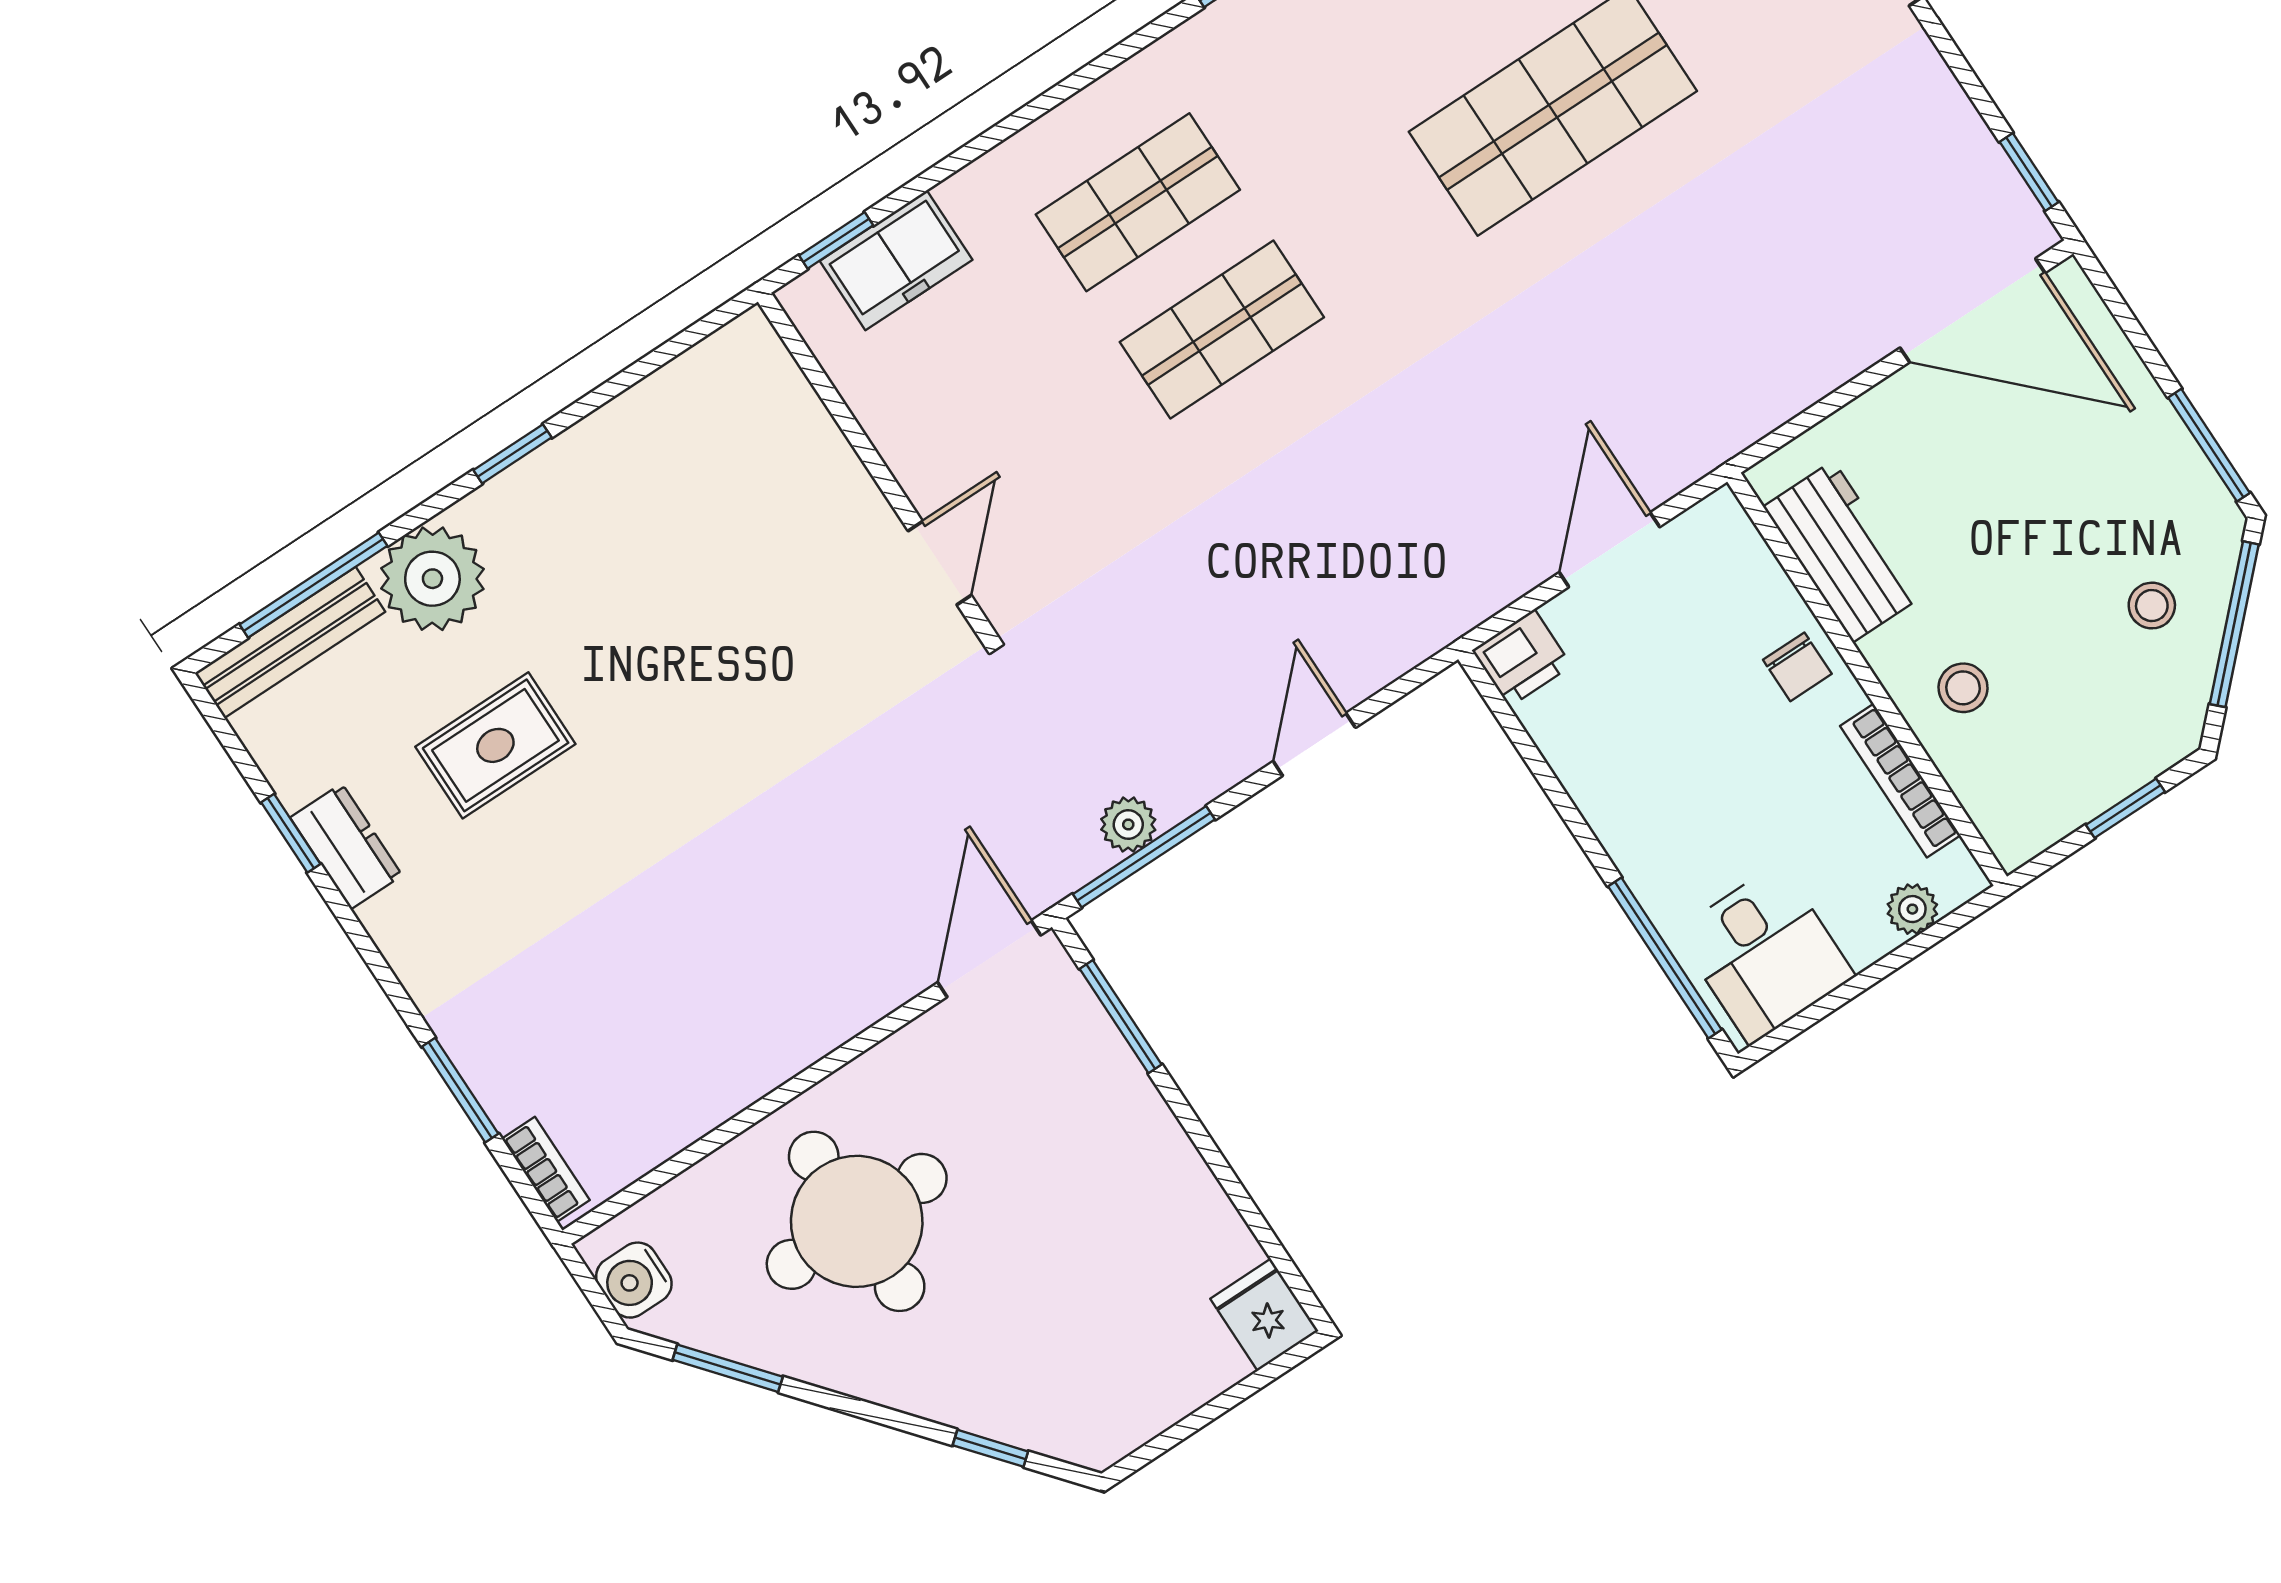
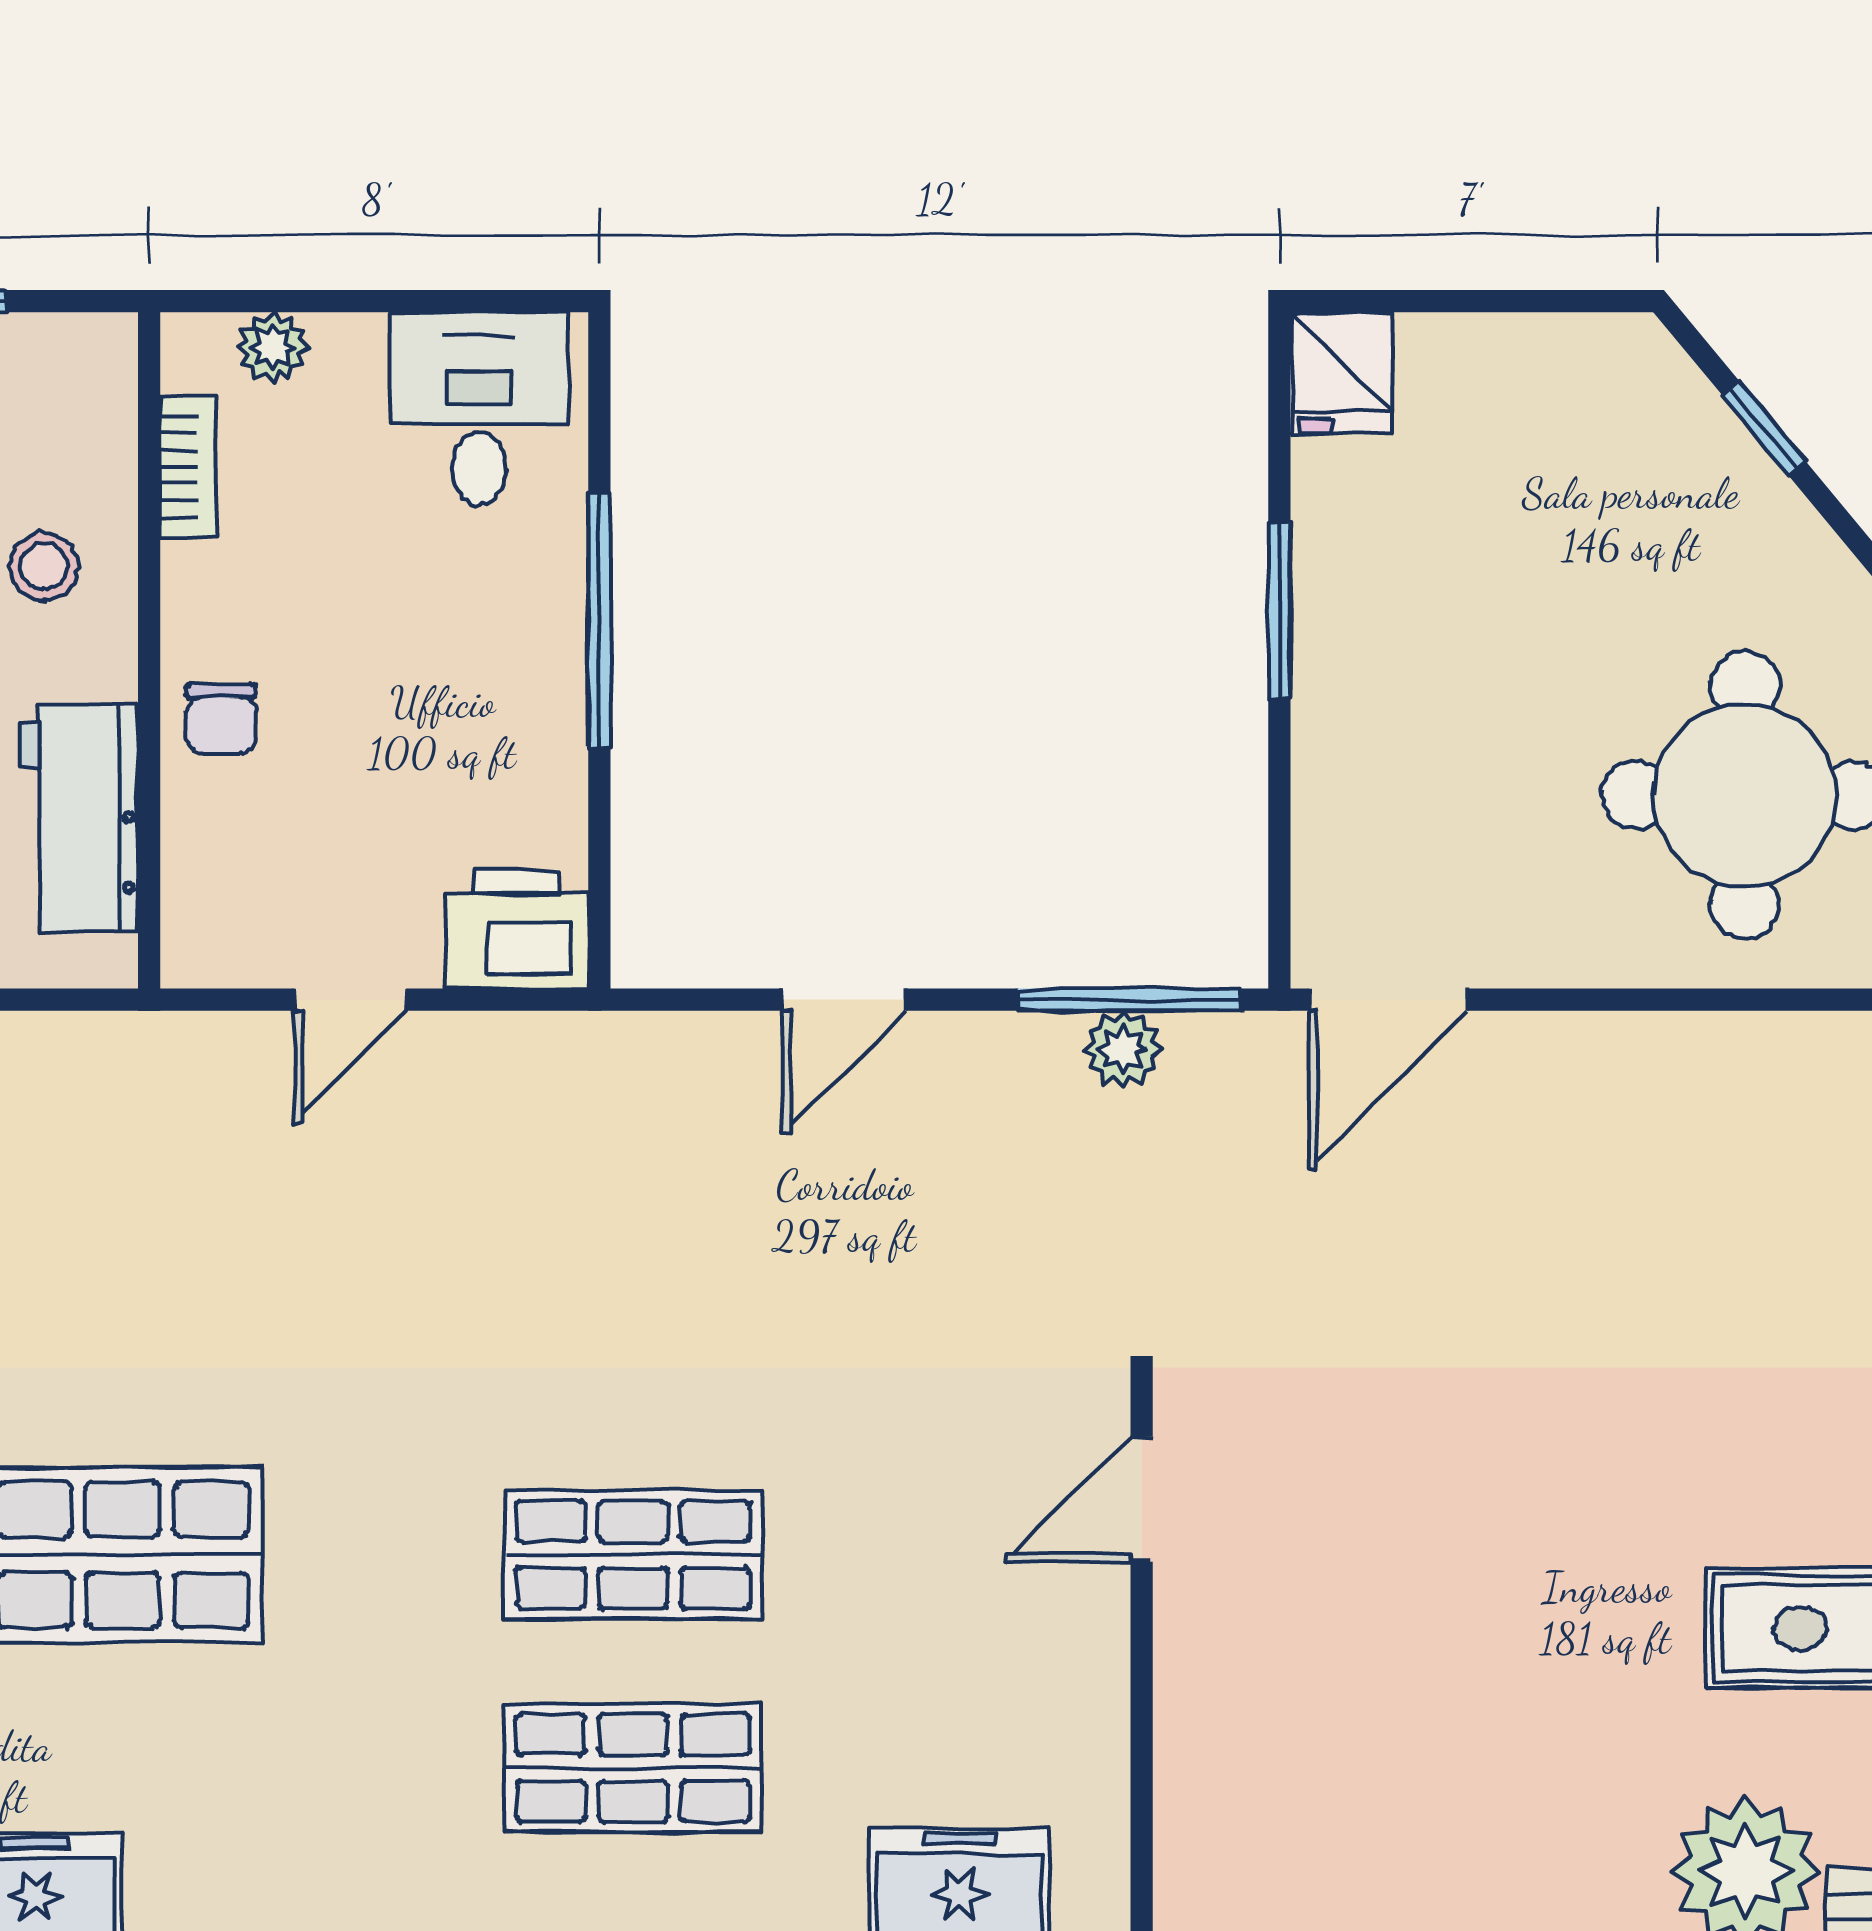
door: (1610, 550) -> (350, 1000), width x0.73
printer: (1522, 658) -> (517, 929), width x1.36, depth x1.24
chair: (1797, 667) -> (221, 719), turned 180
bookcase: (1900, 781) -> (188, 467), width x0.64
window: (1665, 958) -> (599, 621), moved
window: (1121, 1017) -> (1279, 611), moved

